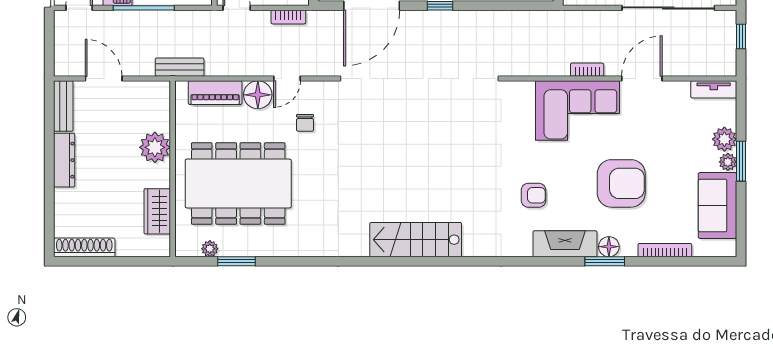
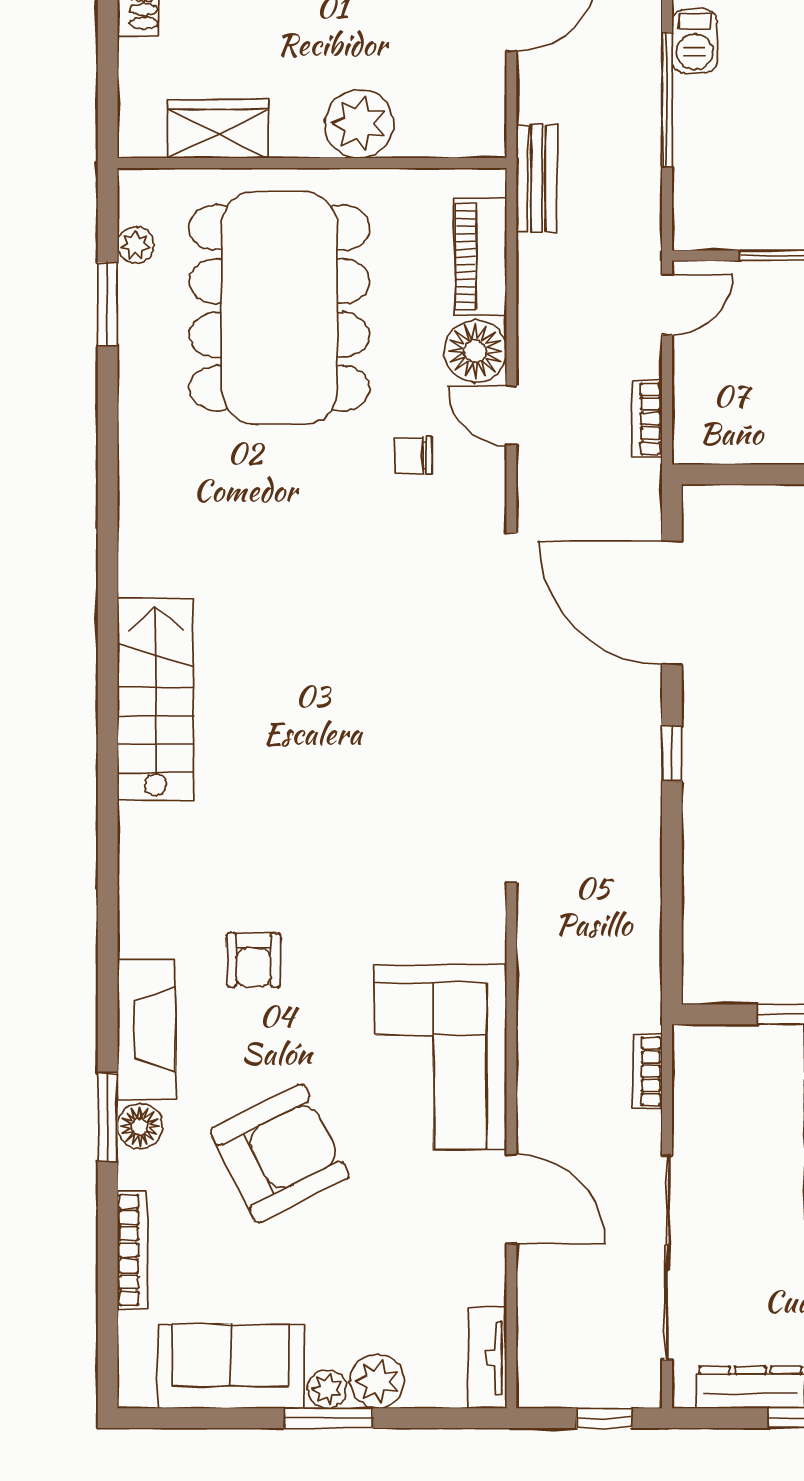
bookcase: (587, 70) -> (648, 1071), moved, turned 180
armchair: (621, 183) -> (280, 1154), turned -117

